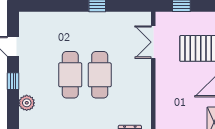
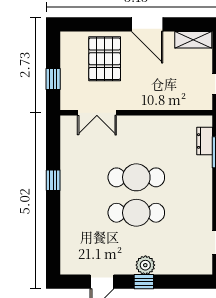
plant: (27, 103) -> (145, 265), moved

